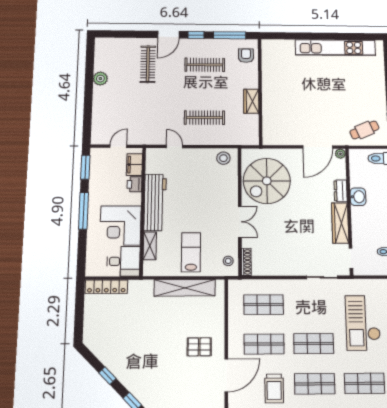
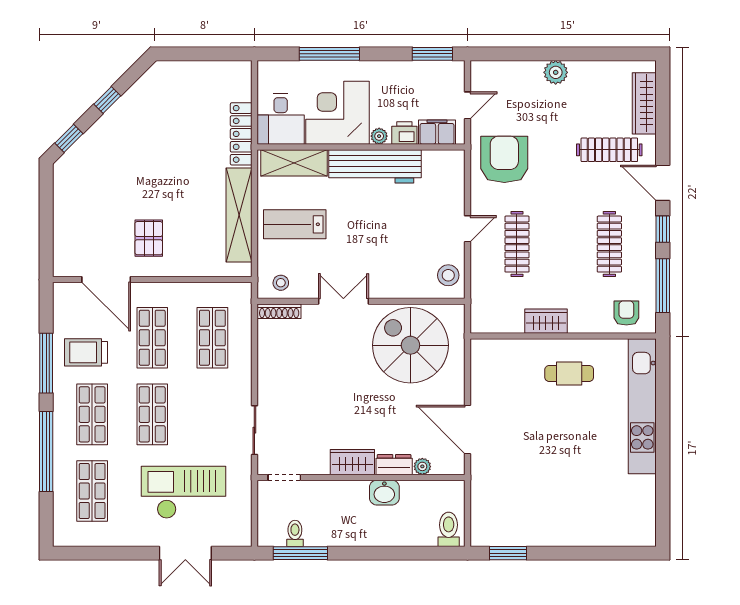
wardrobe: (120, 44) -> (644, 103), added
kitchen unit: (335, 48) -> (642, 406), moved
armchair: (246, 56) -> (626, 313), turned -90
plant: (100, 79) -> (556, 72), moved
armchair: (152, 125) -> (504, 159), added
cafe table: (364, 130) -> (569, 373), moved, turned -67
door: (118, 146) -> (467, 105), hinge flipped
door: (174, 147) -> (467, 229), moved
plant: (340, 154) -> (422, 466), moved
plant: (136, 200) -> (379, 136), added
window: (84, 211) -> (329, 54), moved
double door: (240, 222) -> (343, 301), swing flipped
wardrobe: (340, 223) -> (352, 462), width x0.67
shelving: (150, 246) -> (294, 163), width x1.50, depth x1.33
lab bench: (191, 252) -> (295, 224), turned 180
locker: (106, 287) -> (241, 134), moved

